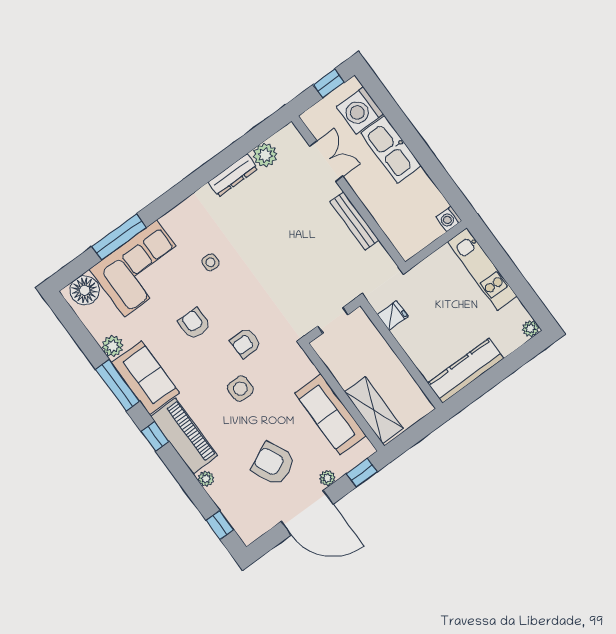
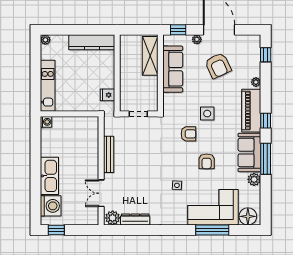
double door: (326, 161) -> (101, 193), moved
wall: (348, 192) -> (101, 171), moved
bench: (354, 221) -> (109, 154), moved

